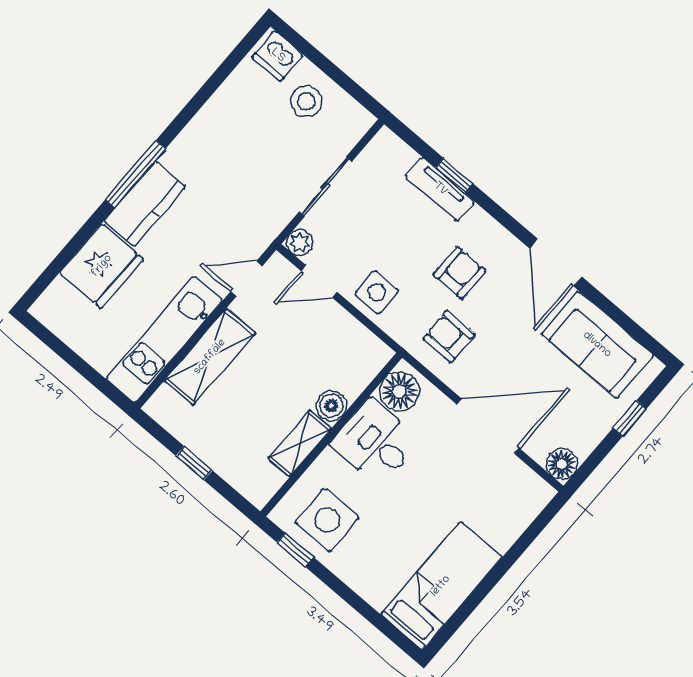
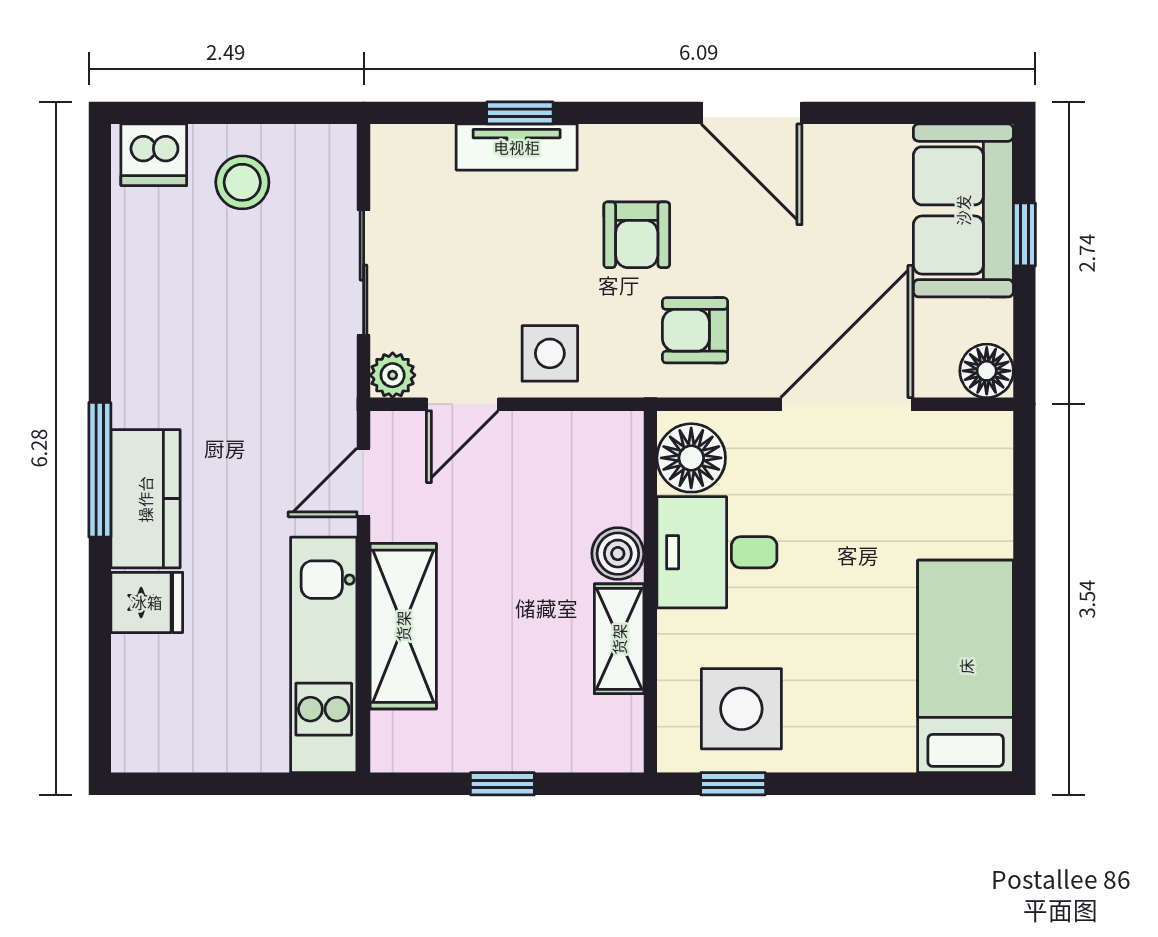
fridge: (102, 266) -> (147, 602), width x0.53, depth x0.75
armchair: (459, 273) -> (637, 235), turned 180
sofa: (597, 345) -> (963, 210), moved, turned 90

